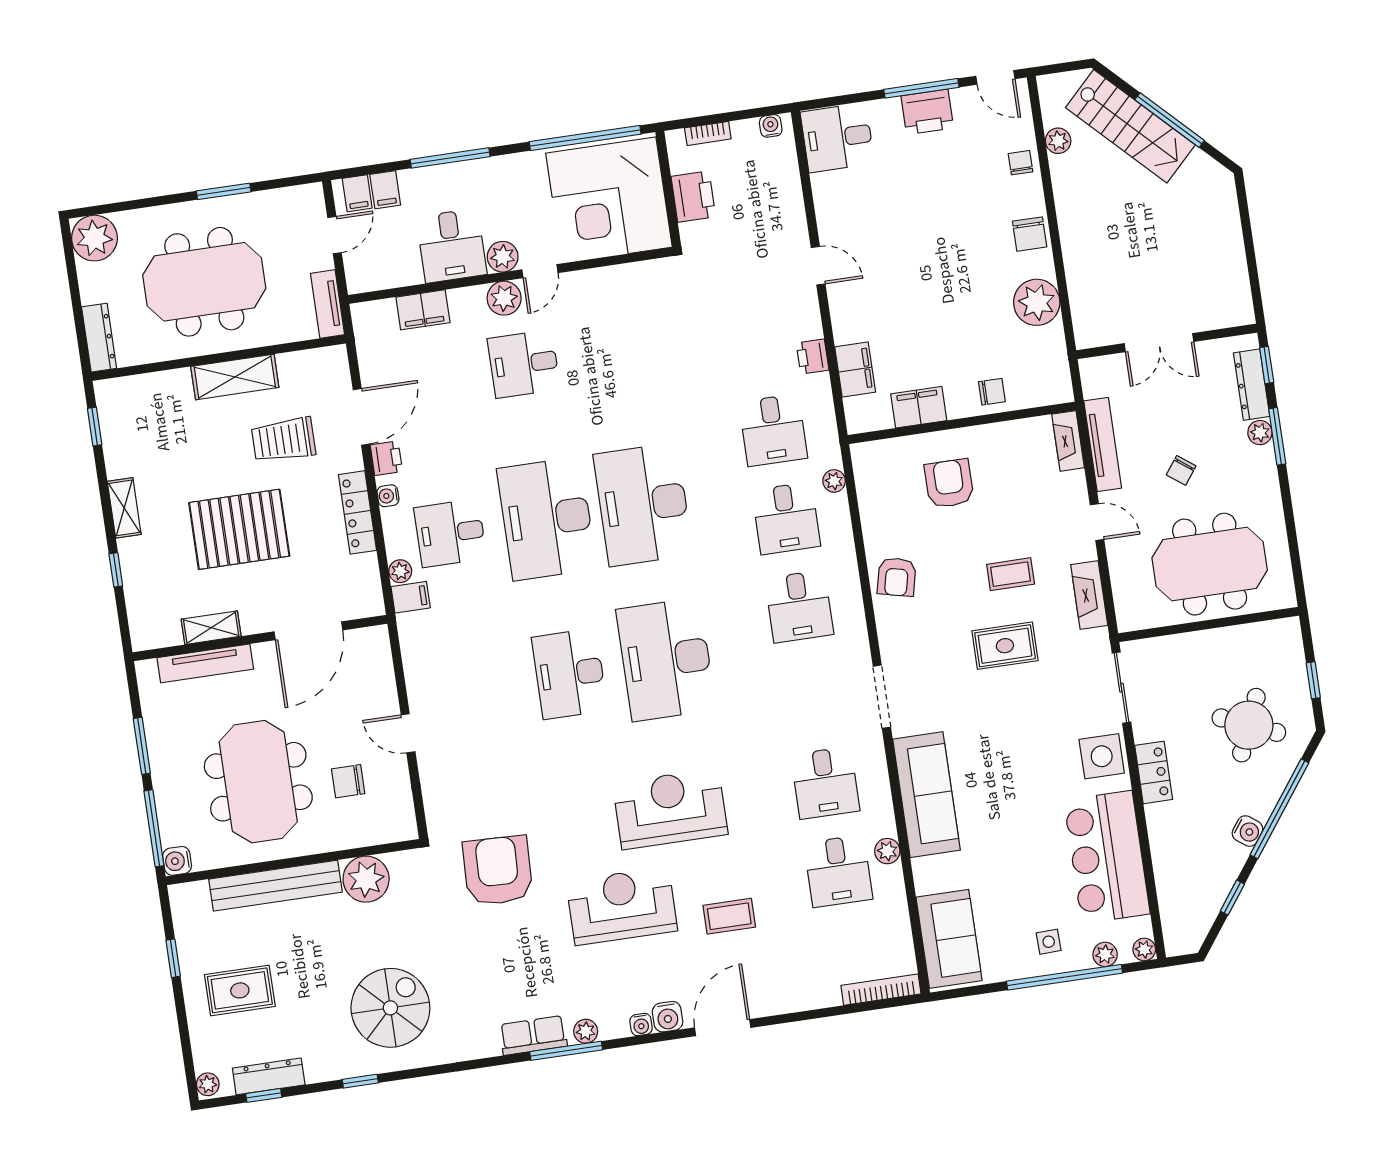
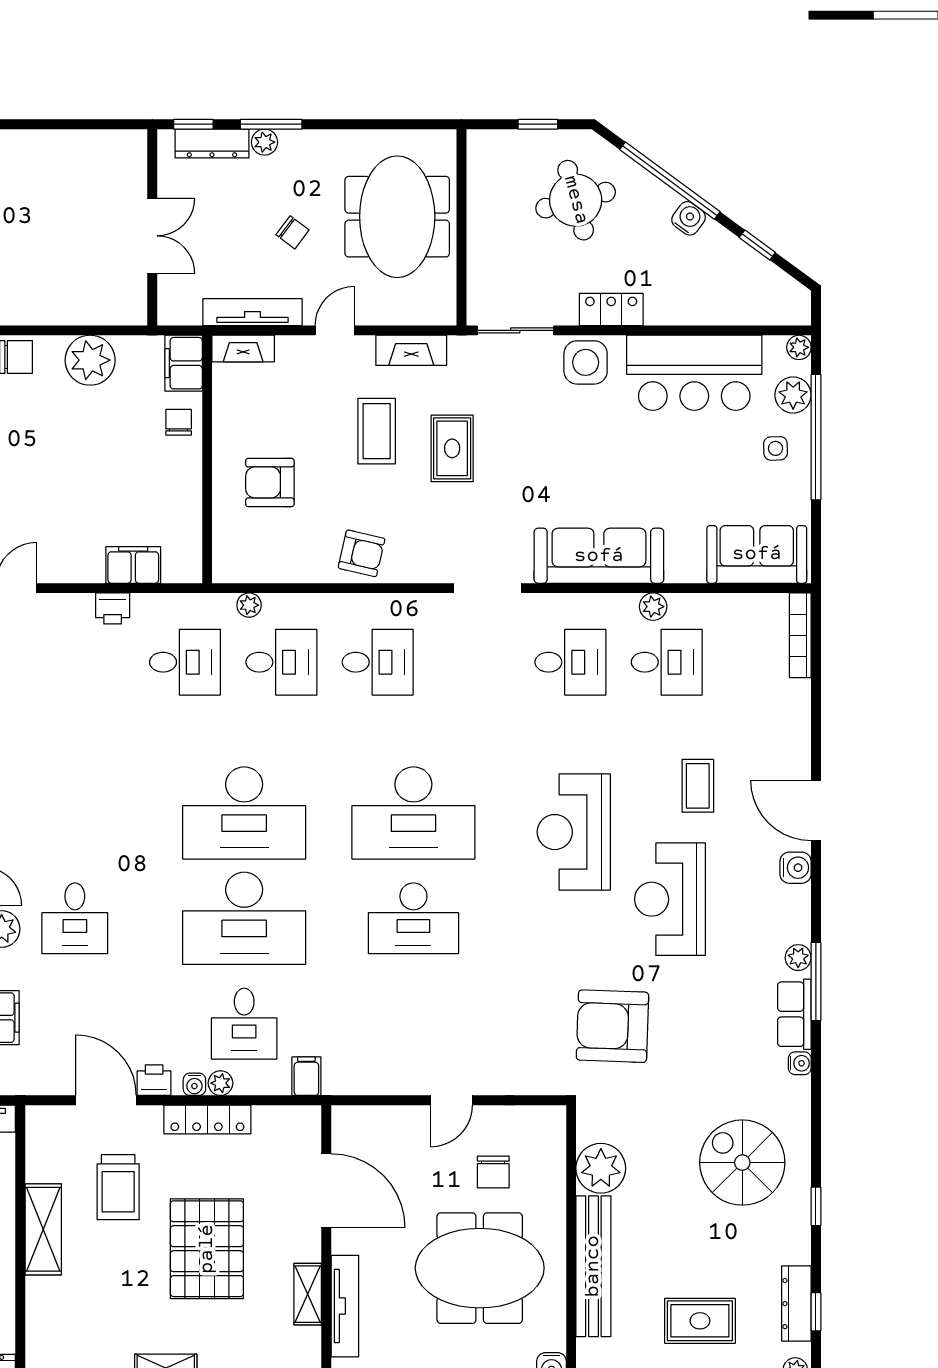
filing cabinet: (919, 407) -> (184, 363), moved
plant: (400, 571) -> (220, 1083), moved
coffee table: (1011, 574) -> (377, 431), width x1.36, depth x1.30
round table: (1249, 725) -> (576, 200), turned -38
plant: (1105, 954) -> (793, 395), width x1.38, depth x1.38
rug: (240, 990) -> (700, 1321), turned 90
water cooler: (641, 1025) -> (800, 1063), moved

